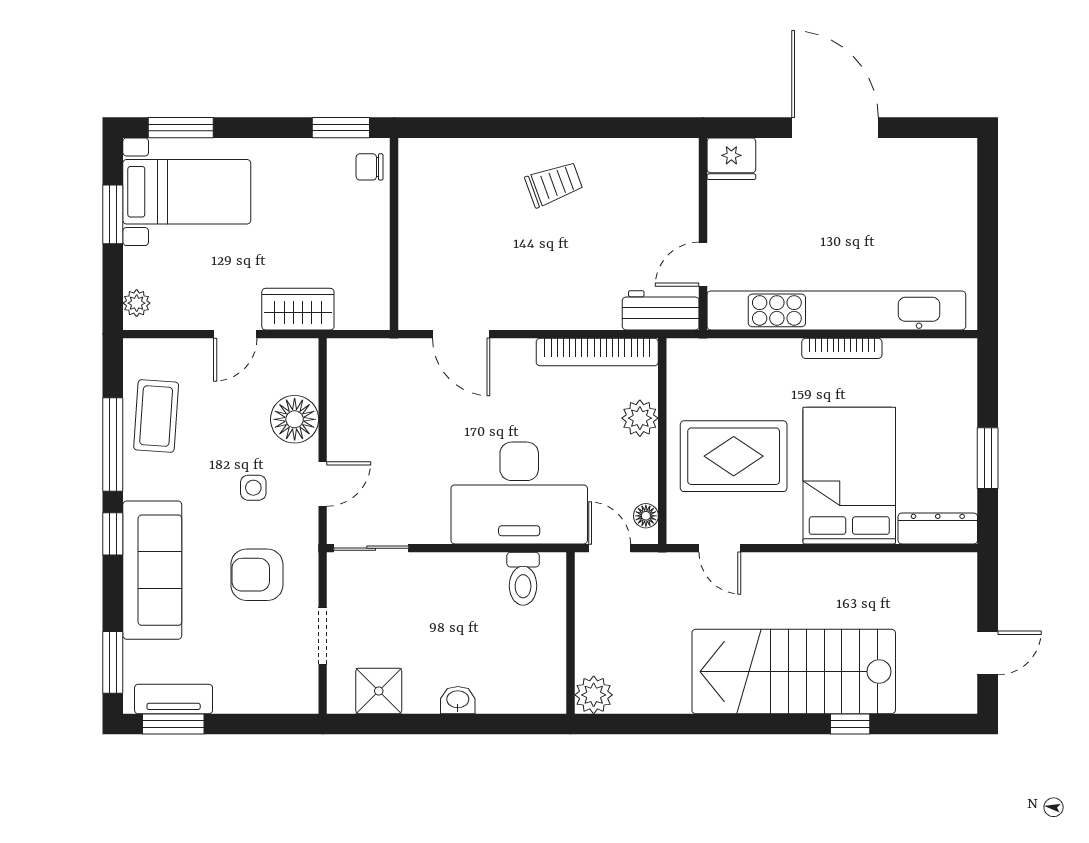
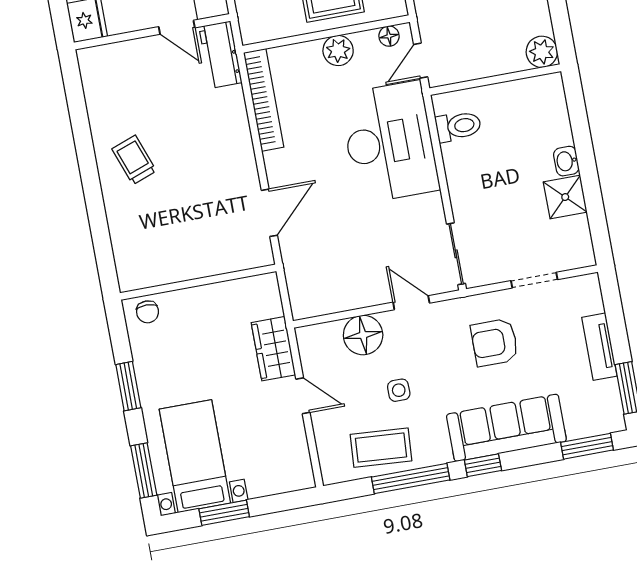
window: (341, 128) -> (128, 386), moved
plant: (137, 303) -> (292, 480), removed
plant: (640, 418) -> (338, 51), moved
side table: (253, 488) -> (399, 390), moved
armchair: (257, 575) -> (495, 342), turned 90
shower: (379, 691) -> (565, 197), moved
tv unit: (174, 699) -> (599, 347), moved

